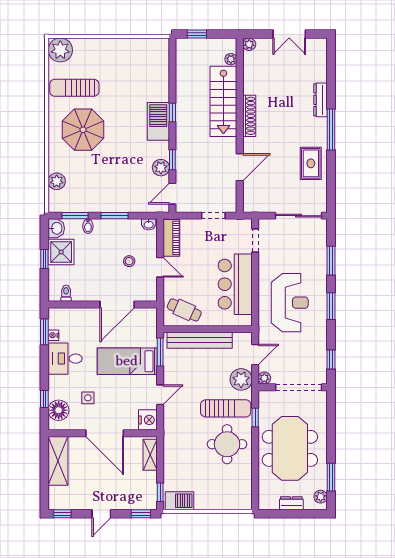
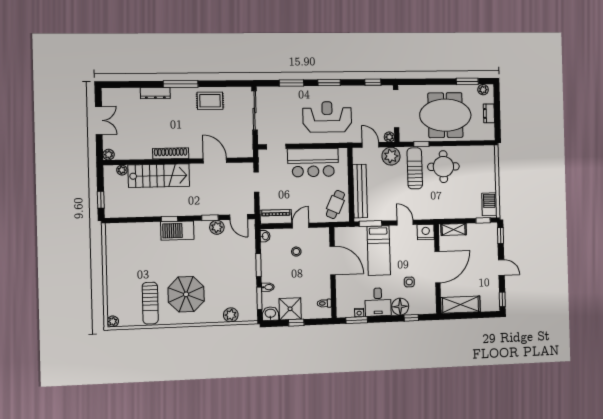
plant: (60, 50) -> (113, 321), width x0.53, depth x0.53
floor lamp: (59, 410) -> (400, 307), moved

